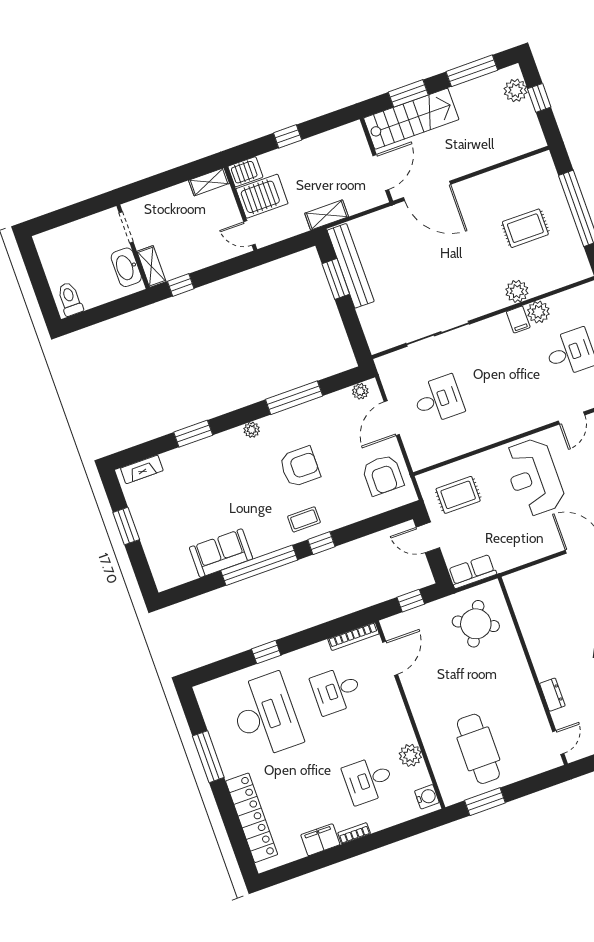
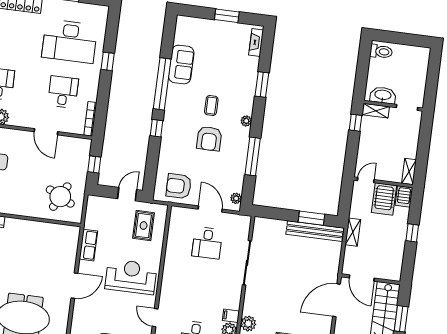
coffee table: (304, 519) -> (211, 106), moved
row of seats: (472, 572) -> (88, 245), moved
door: (390, 658) -> (46, 132), moved

